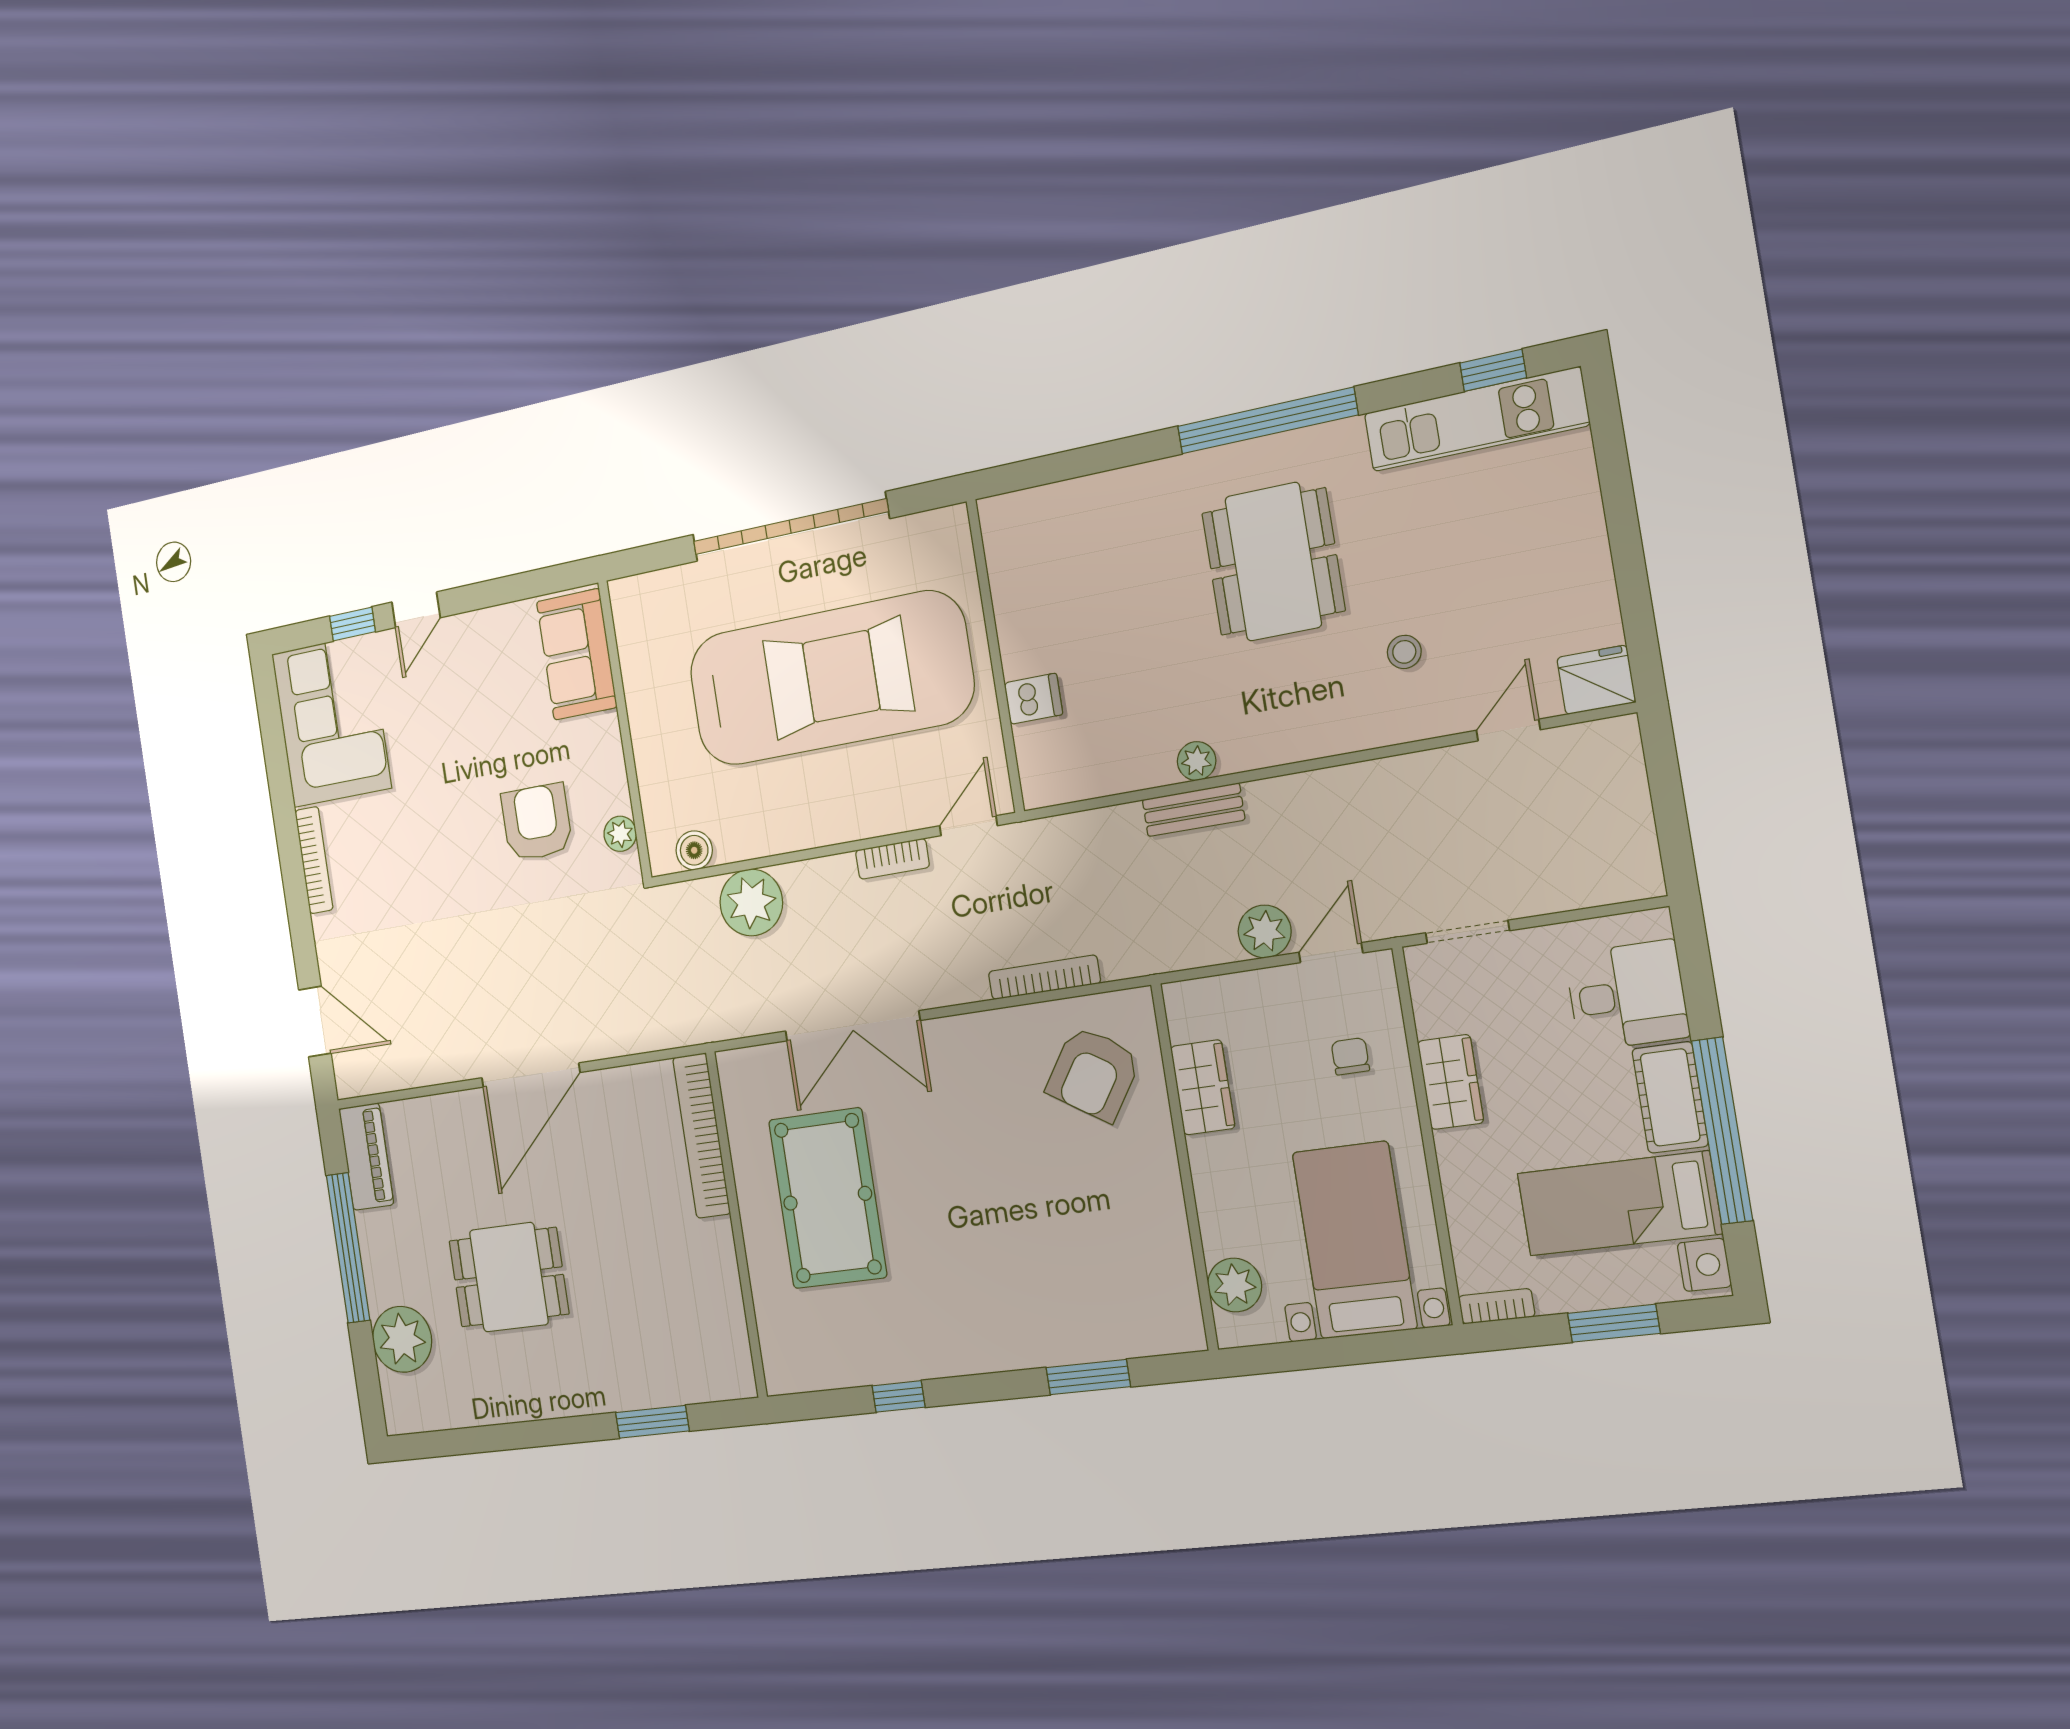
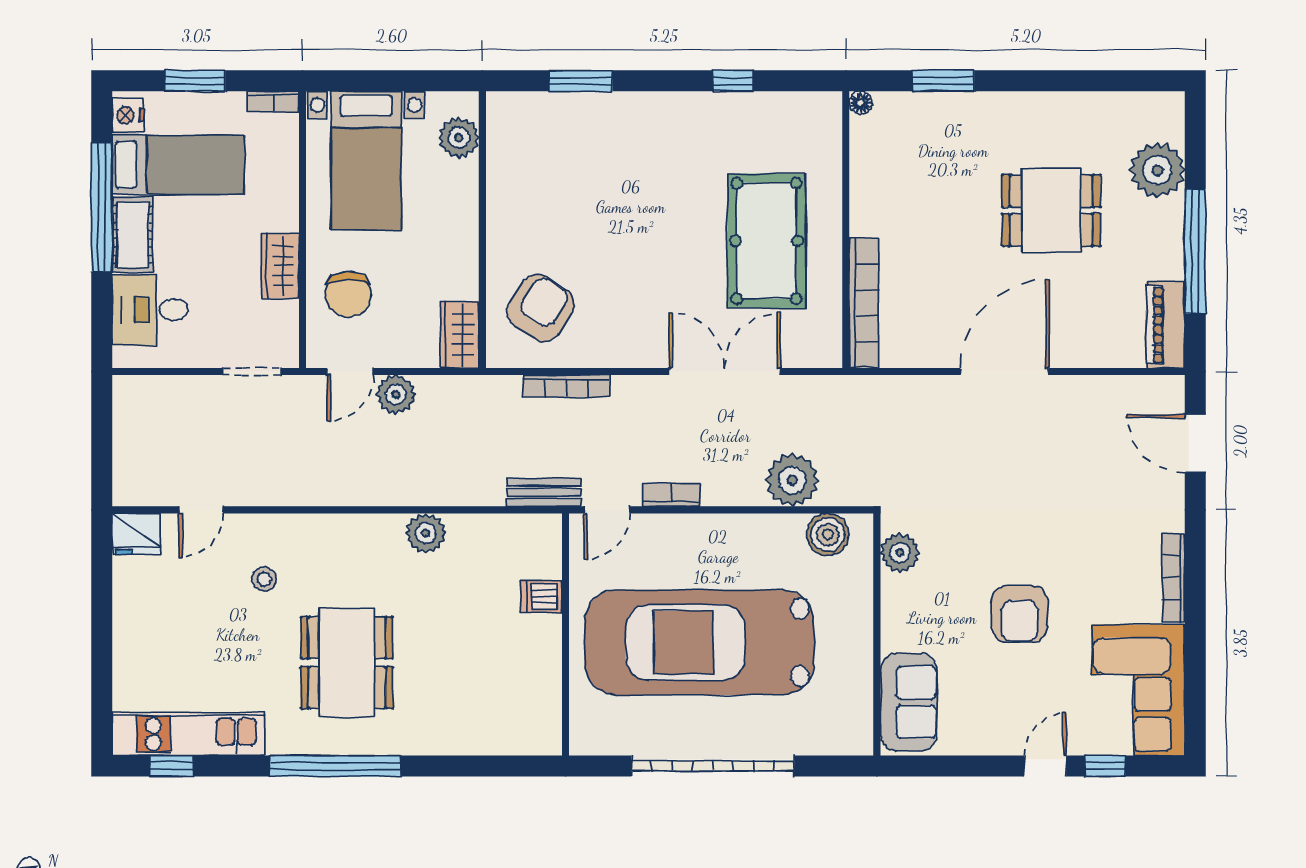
plant: (1197, 761) -> (426, 533), width x1.38, depth x1.38
bench: (1193, 810) -> (544, 492), moved
armchair: (537, 822) -> (1020, 614), moved
plant: (620, 834) -> (900, 553), width x1.38, depth x1.38
boiler: (694, 850) -> (828, 535), width x1.36, depth x1.36
chair: (1350, 1056) -> (348, 294), width x1.87, depth x1.87
wardrobe: (1203, 1087) -> (460, 335), moved
floor lamp: (743, 1385) -> (861, 103), added

